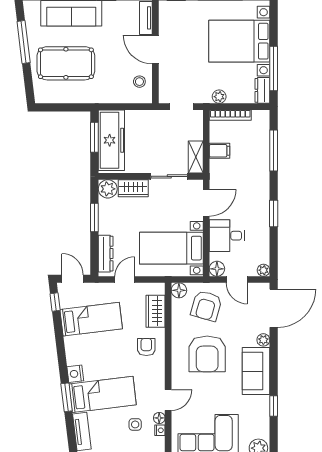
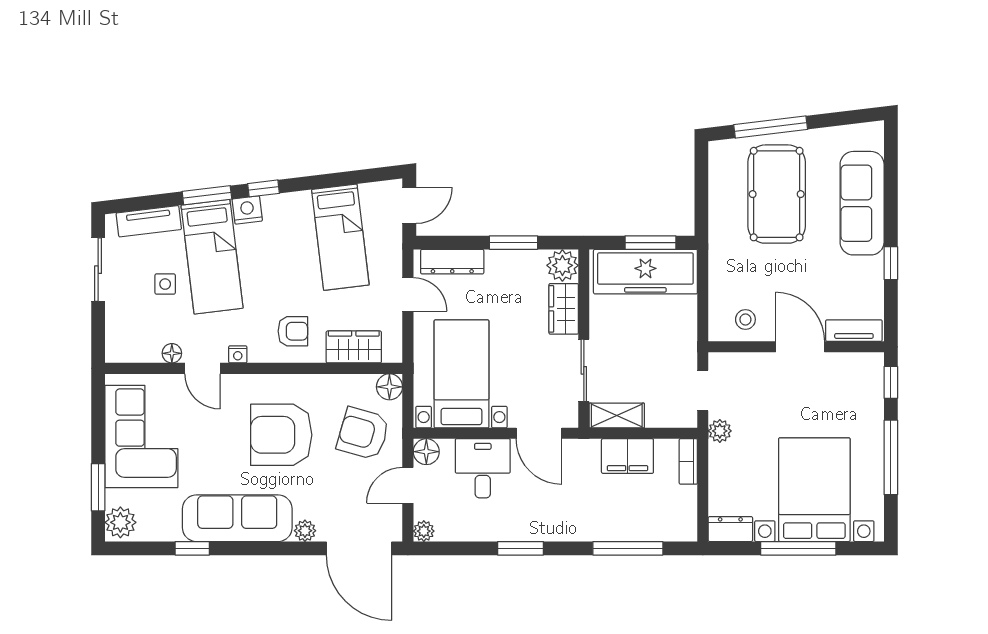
window: (24, 42) -> (771, 127), moved
door: (155, 50) -> (800, 347), hinge flipped
window: (274, 69) -> (798, 548), moved
plant: (219, 97) -> (720, 431), moved
bookcase: (230, 115) -> (688, 461), width x0.64
filing cabinet: (220, 151) -> (627, 456), width x2.00
window: (55, 302) -> (263, 188), moved
sofa: (256, 371) -> (237, 518), width x1.36
side table: (135, 424) -> (165, 284), moved
nightstand: (160, 430) -> (238, 354), moved

